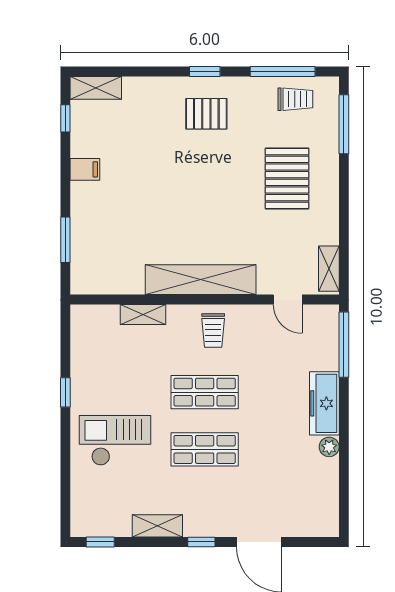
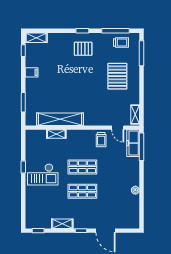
shelving: (201, 280) -> (60, 119), moved
trolley: (213, 331) -> (101, 140), moved
freezer: (324, 403) -> (133, 143), moved
checkout: (115, 440) -> (43, 174), moved, turned 180

